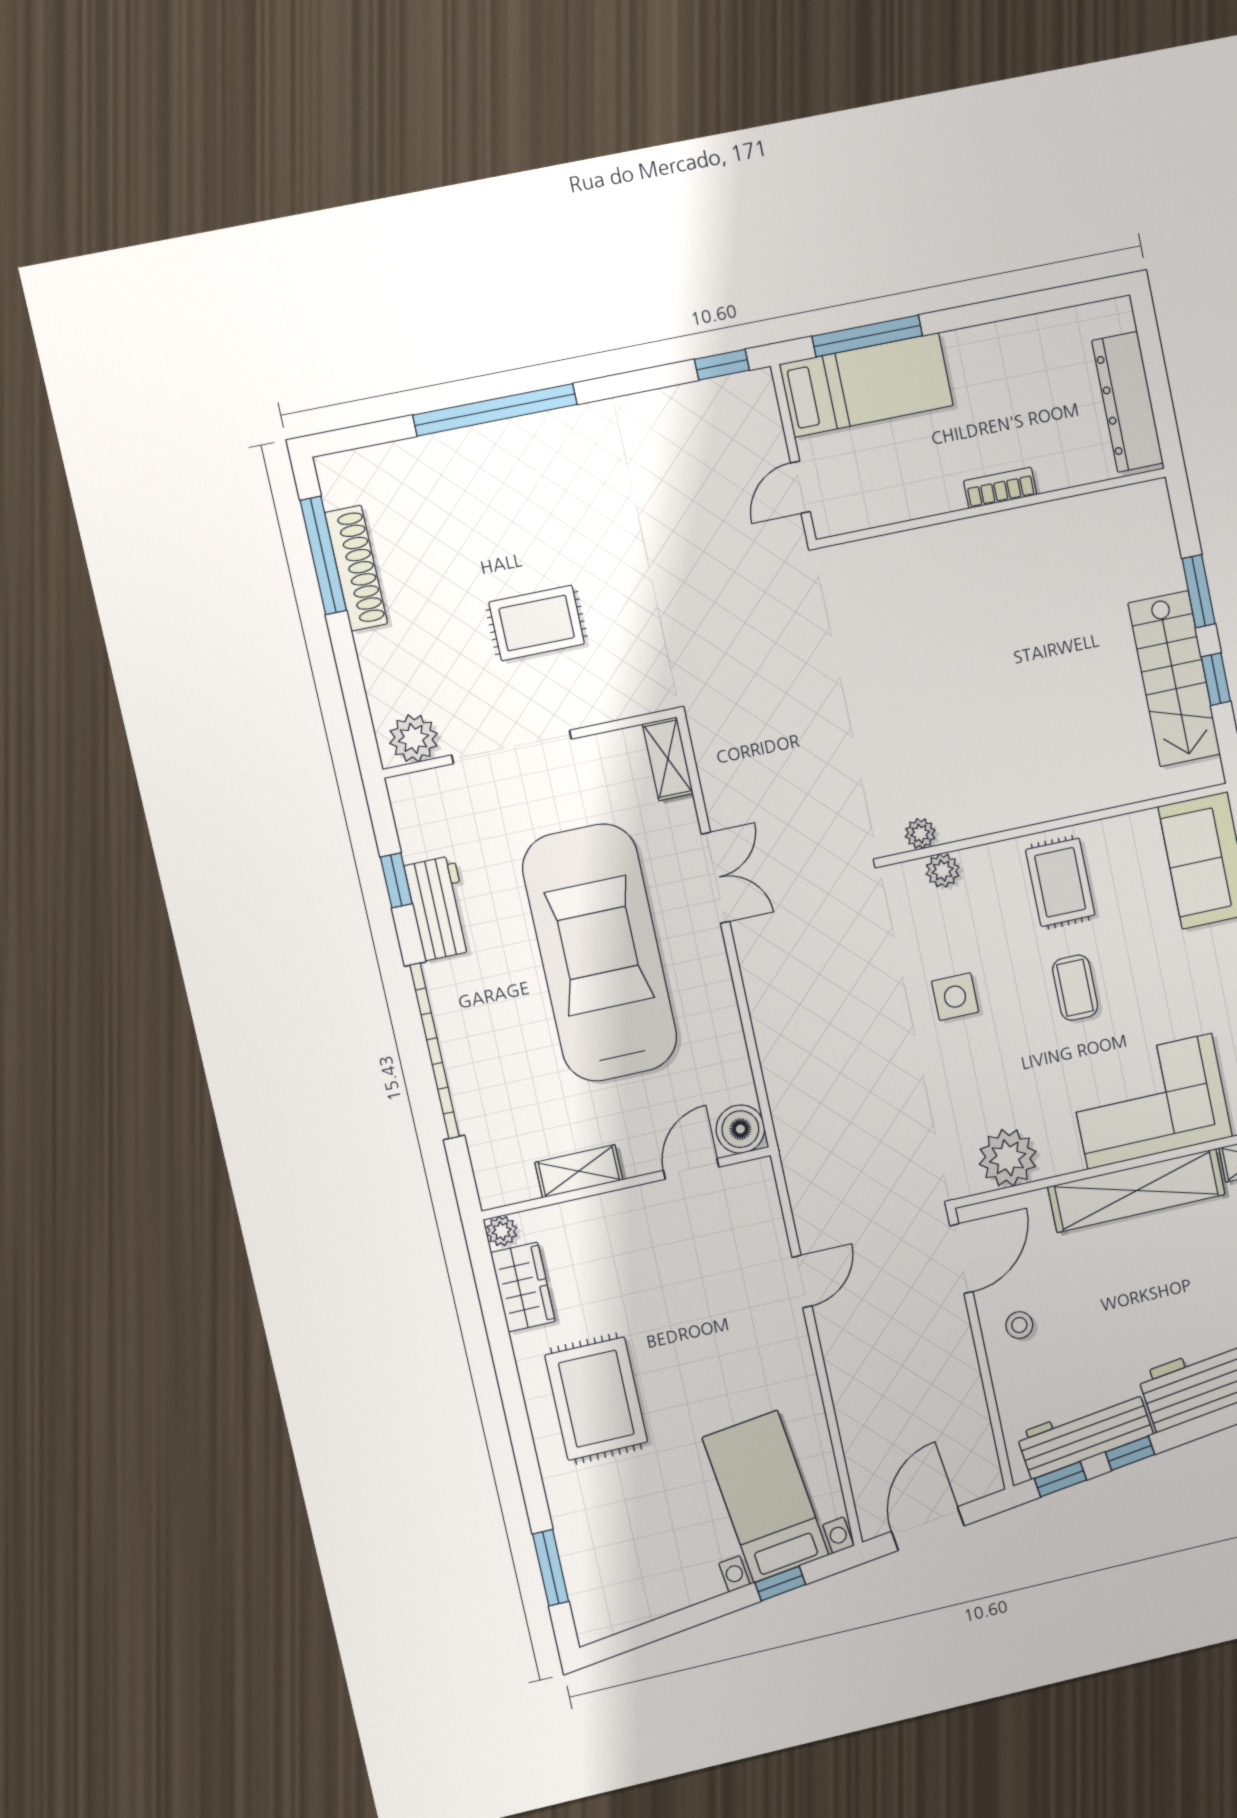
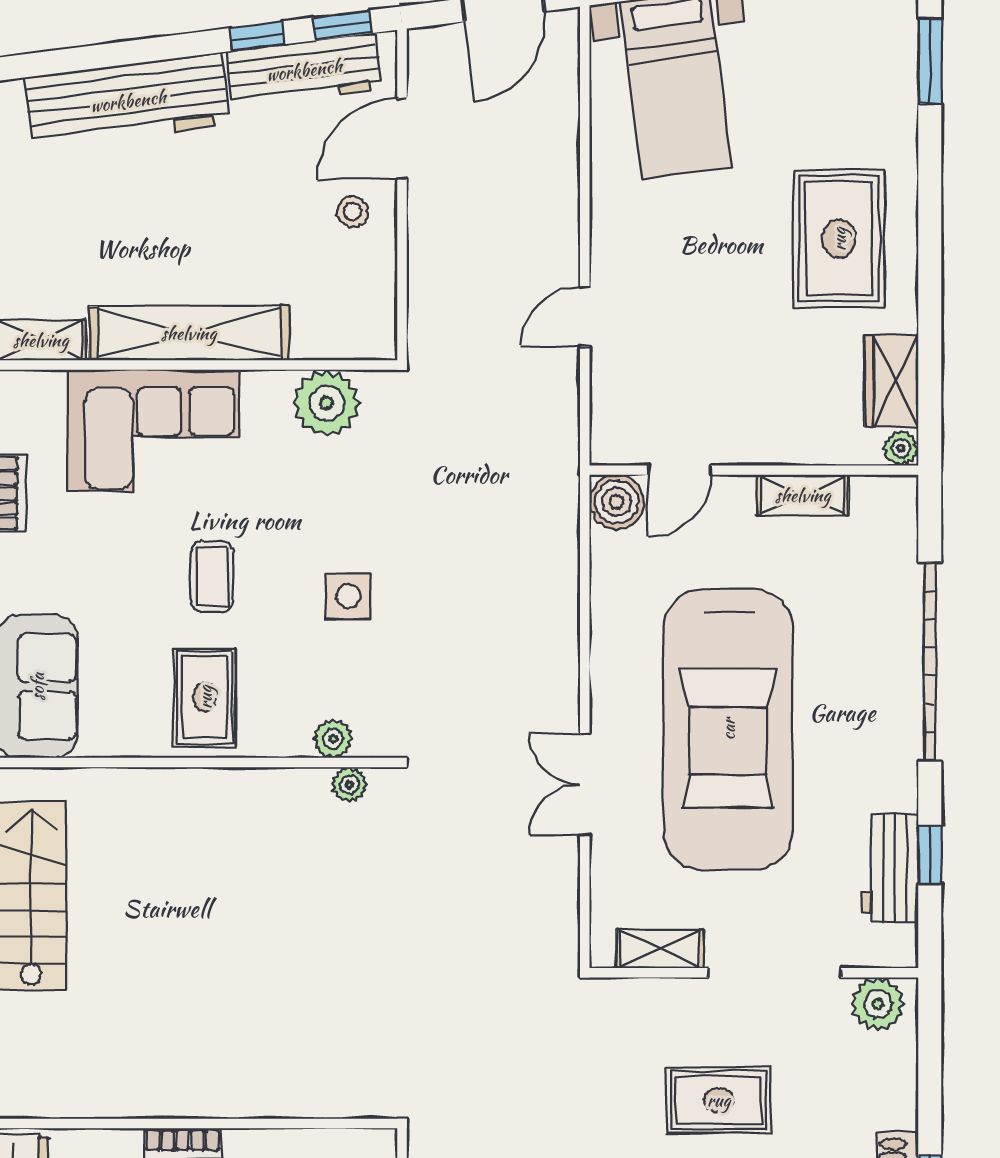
shelving: (668, 759) -> (660, 949), moved, turned 90
workbench: (439, 908) -> (890, 868), moved
door: (961, 1259) -> (402, 139), moved

